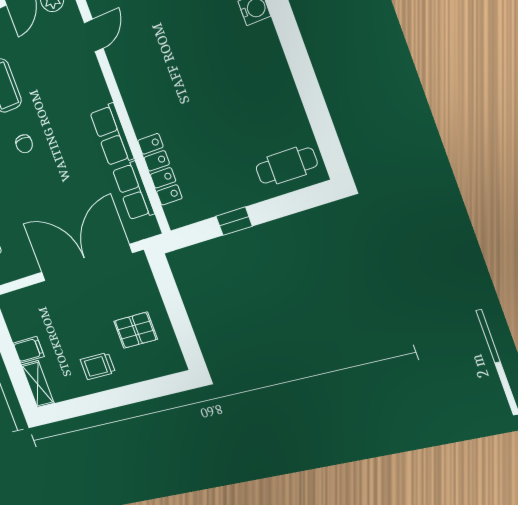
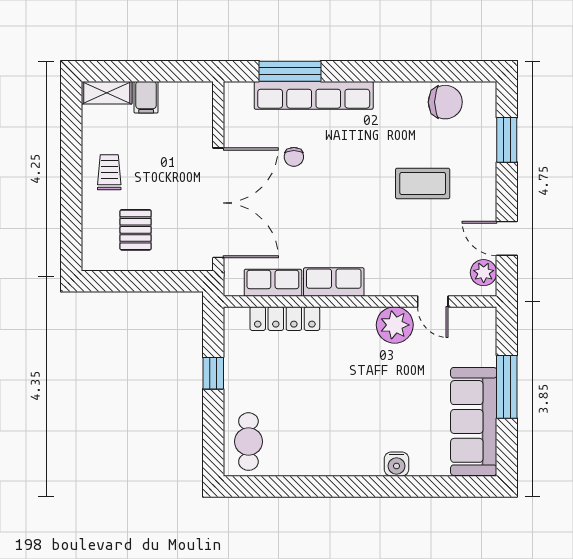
plant: (127, 63) -> (395, 325), added
chair: (24, 144) -> (294, 157), moved, turned -90

